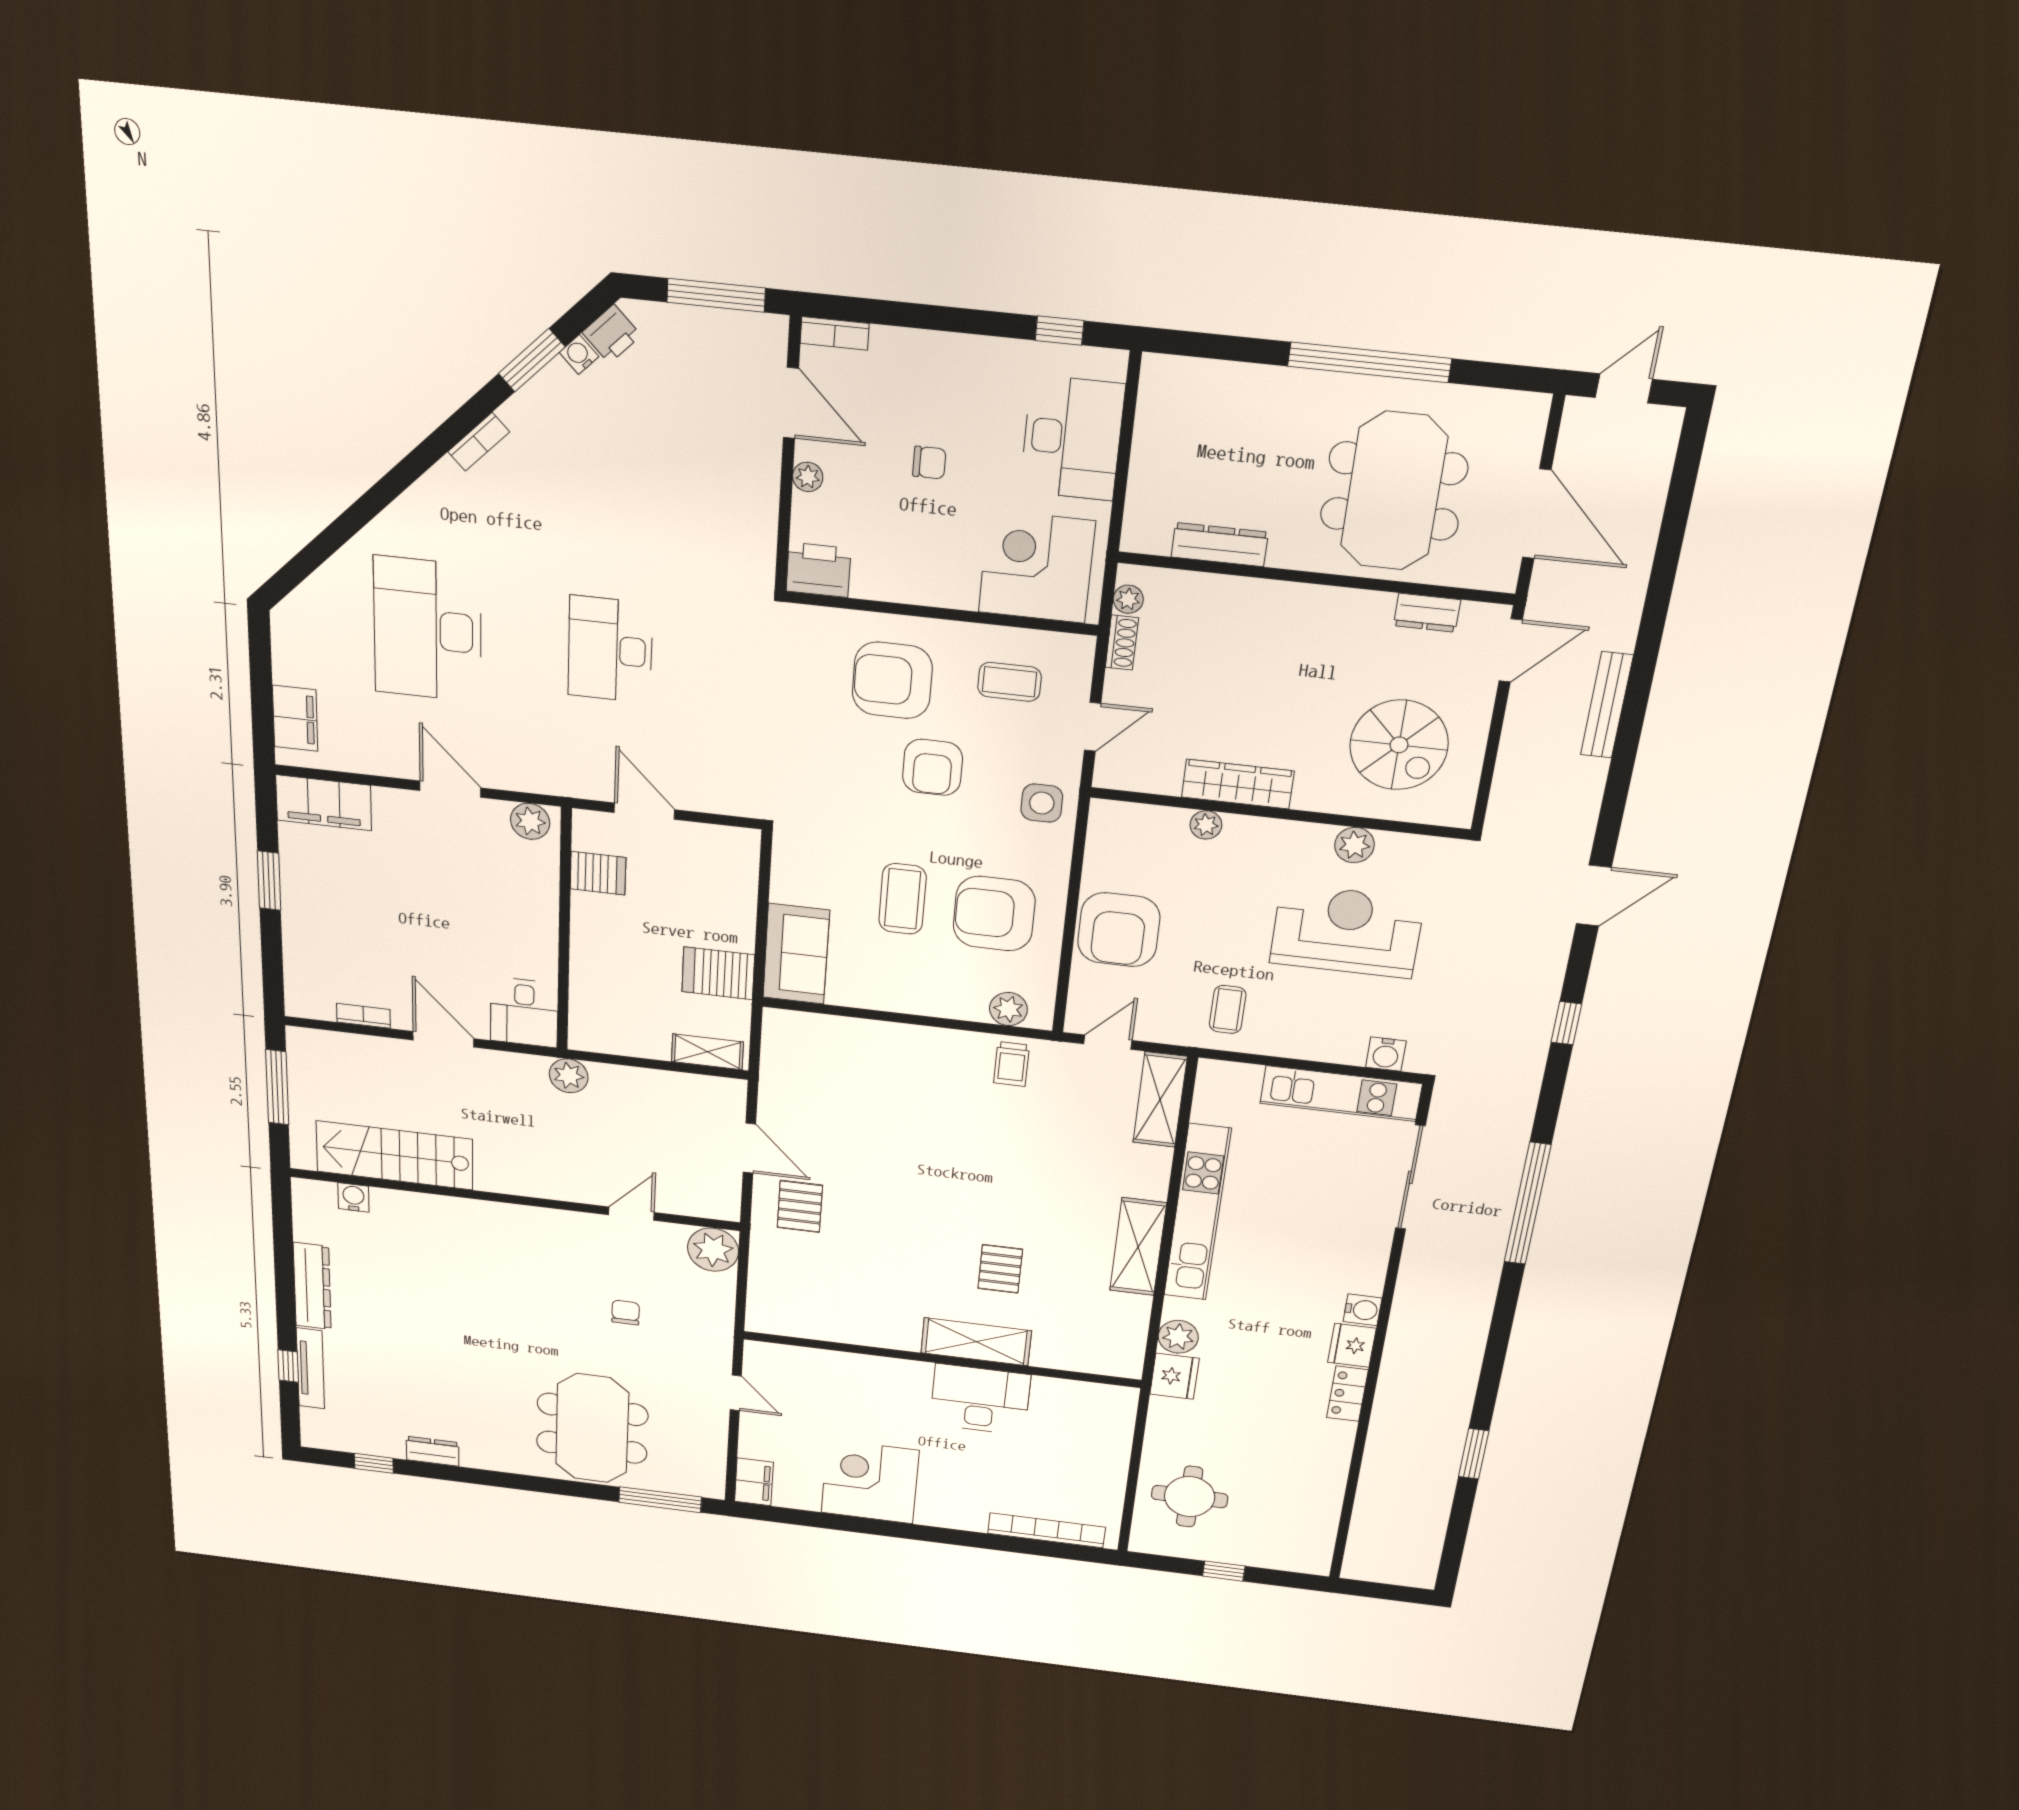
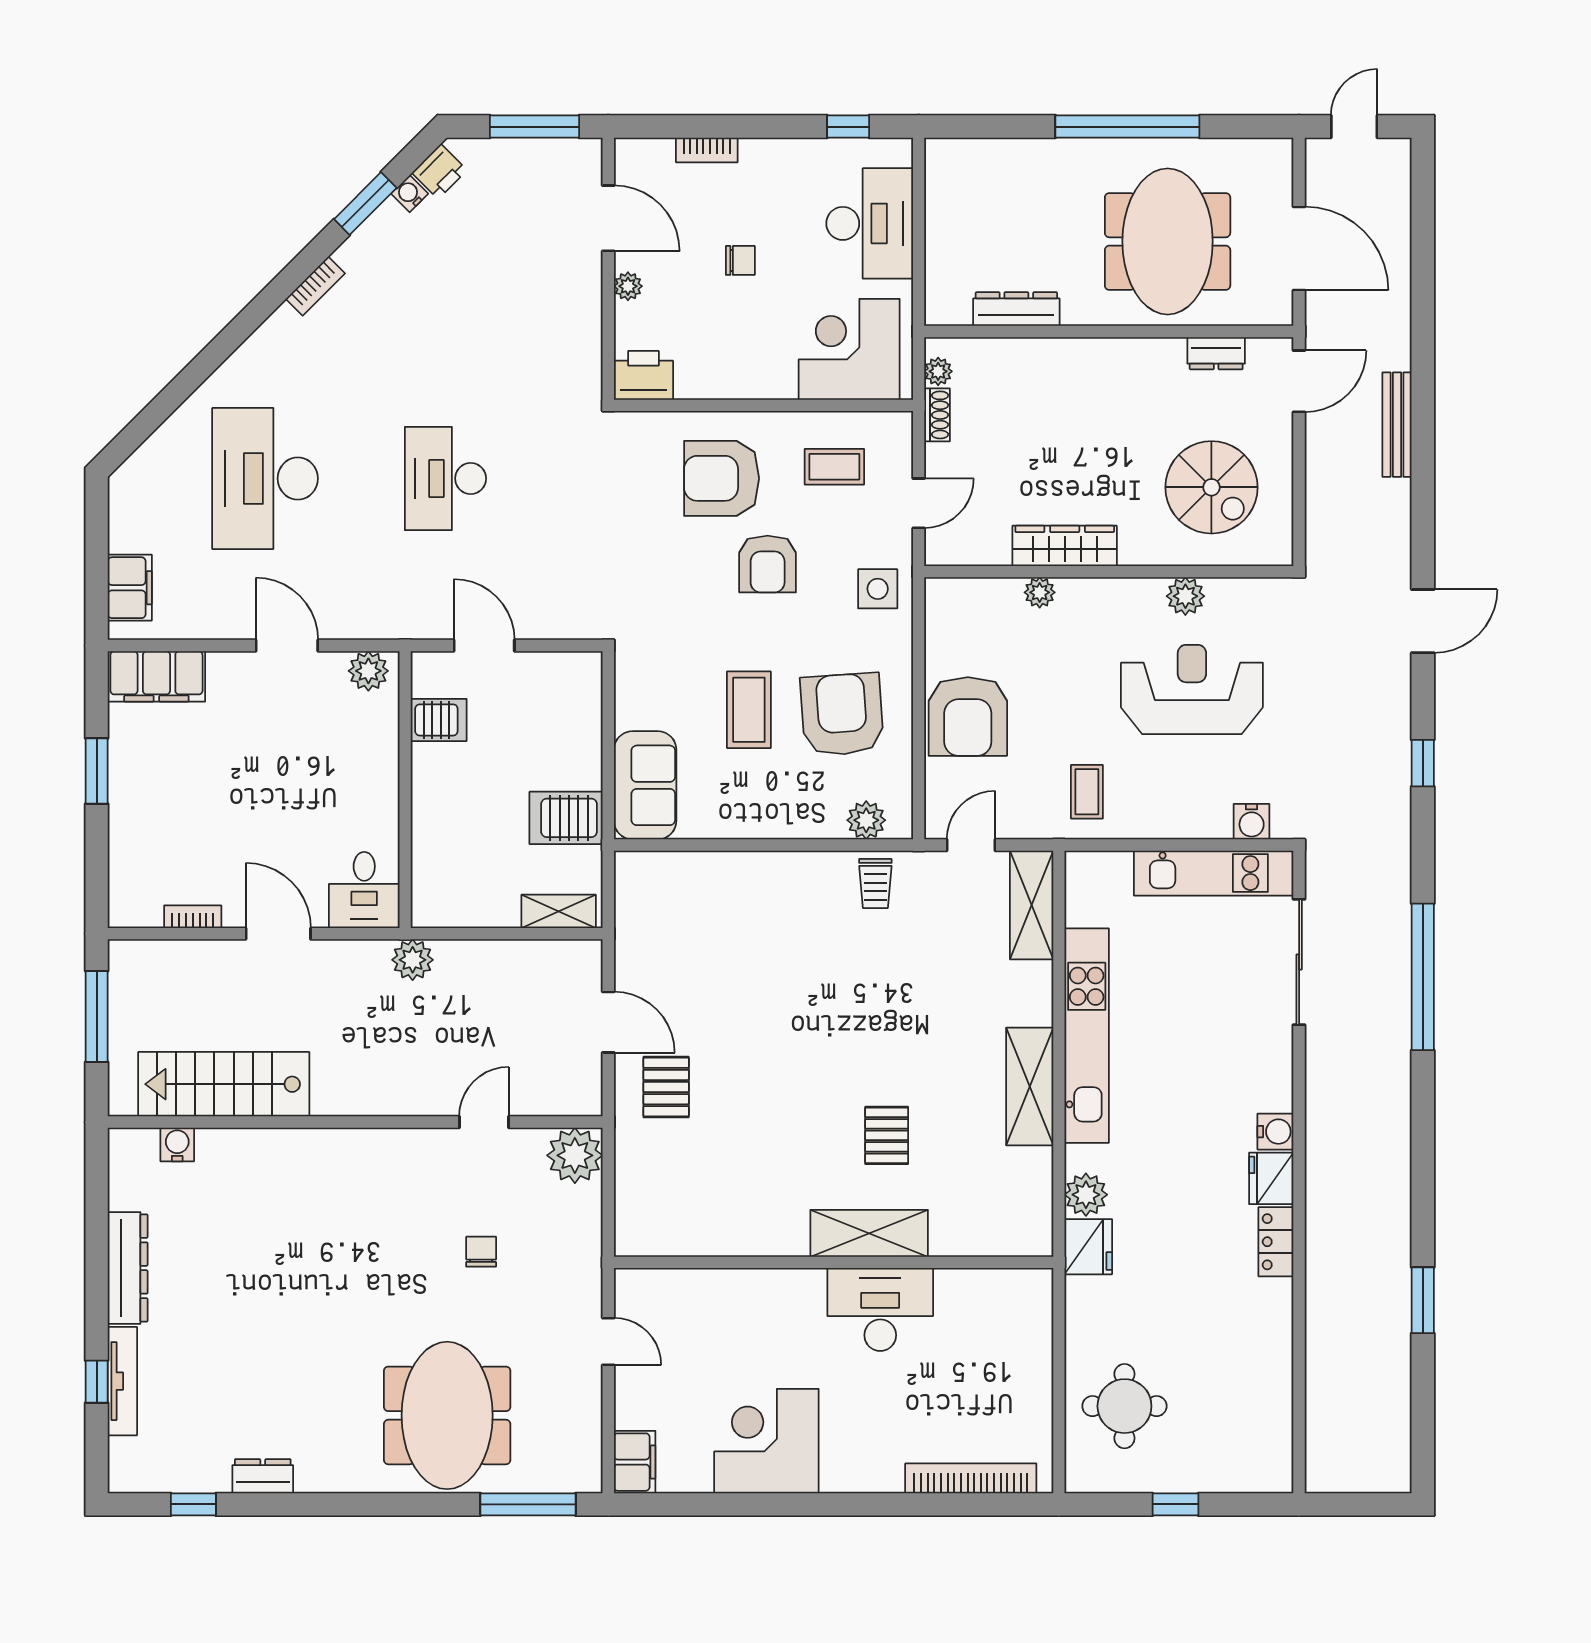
bookcase: (835, 333) -> (707, 150), moved
armchair: (994, 914) -> (842, 714), turned 86

